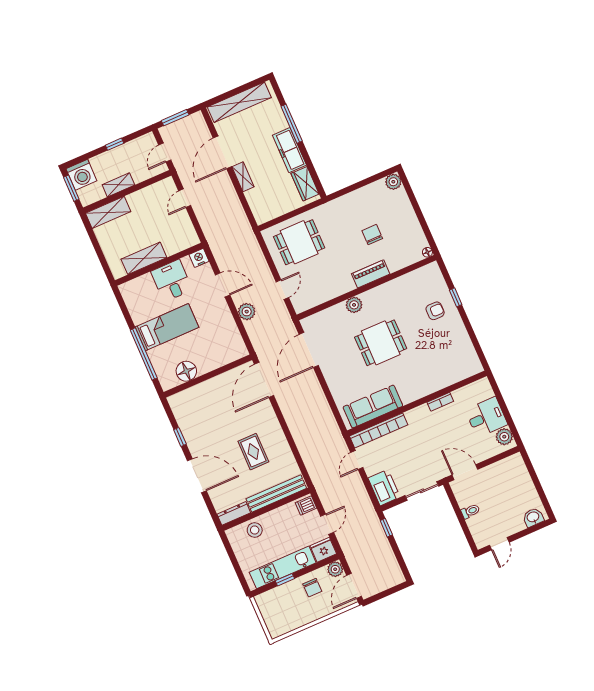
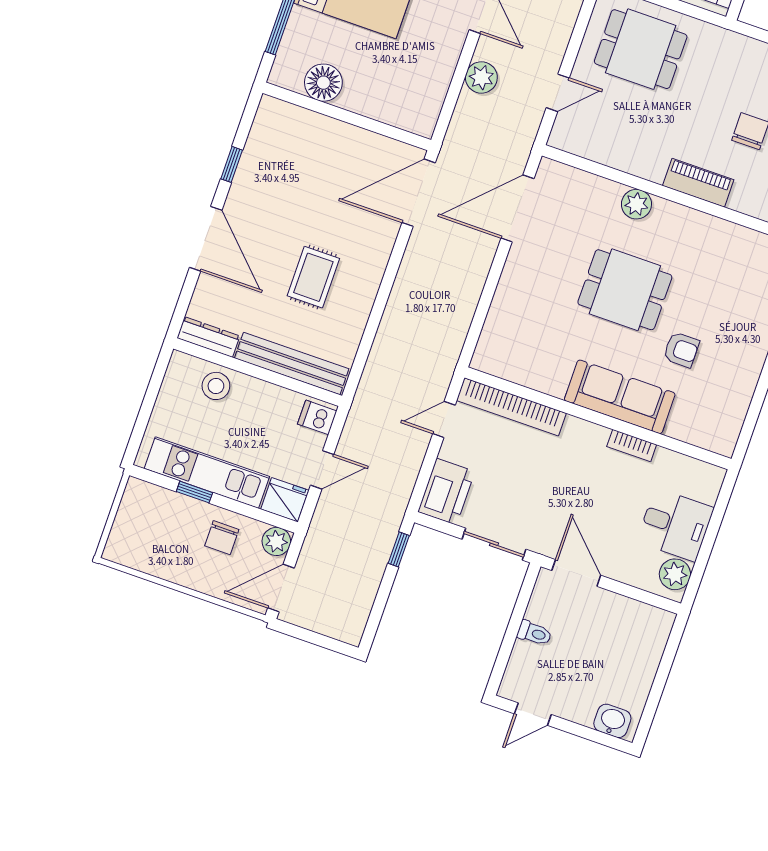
armchair: (435, 311) -> (681, 350), moved
sofa: (373, 406) -> (620, 397), moved

